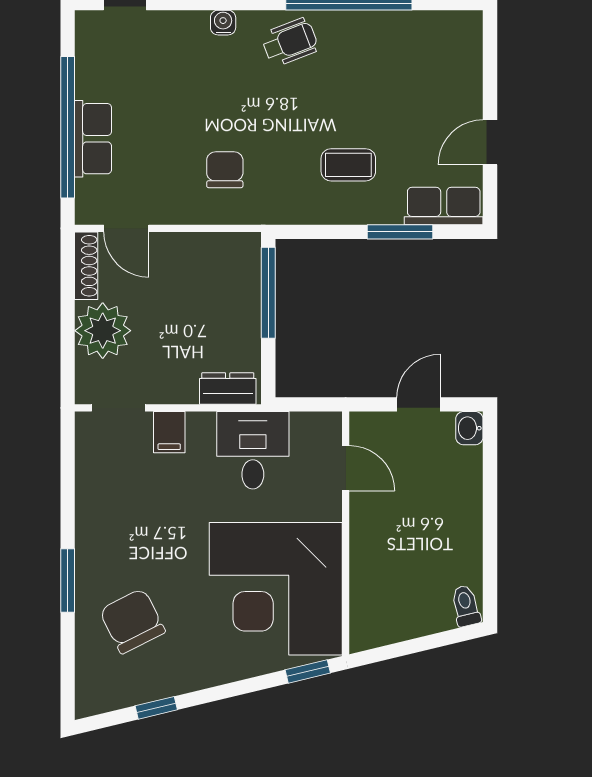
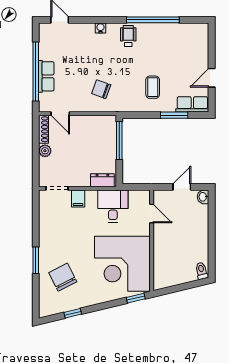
wheelchair: (290, 42) -> (128, 36), turned -69
coffee table: (348, 165) -> (153, 87), turned 90
chair: (225, 170) -> (101, 89), turned -70
plant: (103, 331) -> (45, 151), width x0.53, depth x0.53

